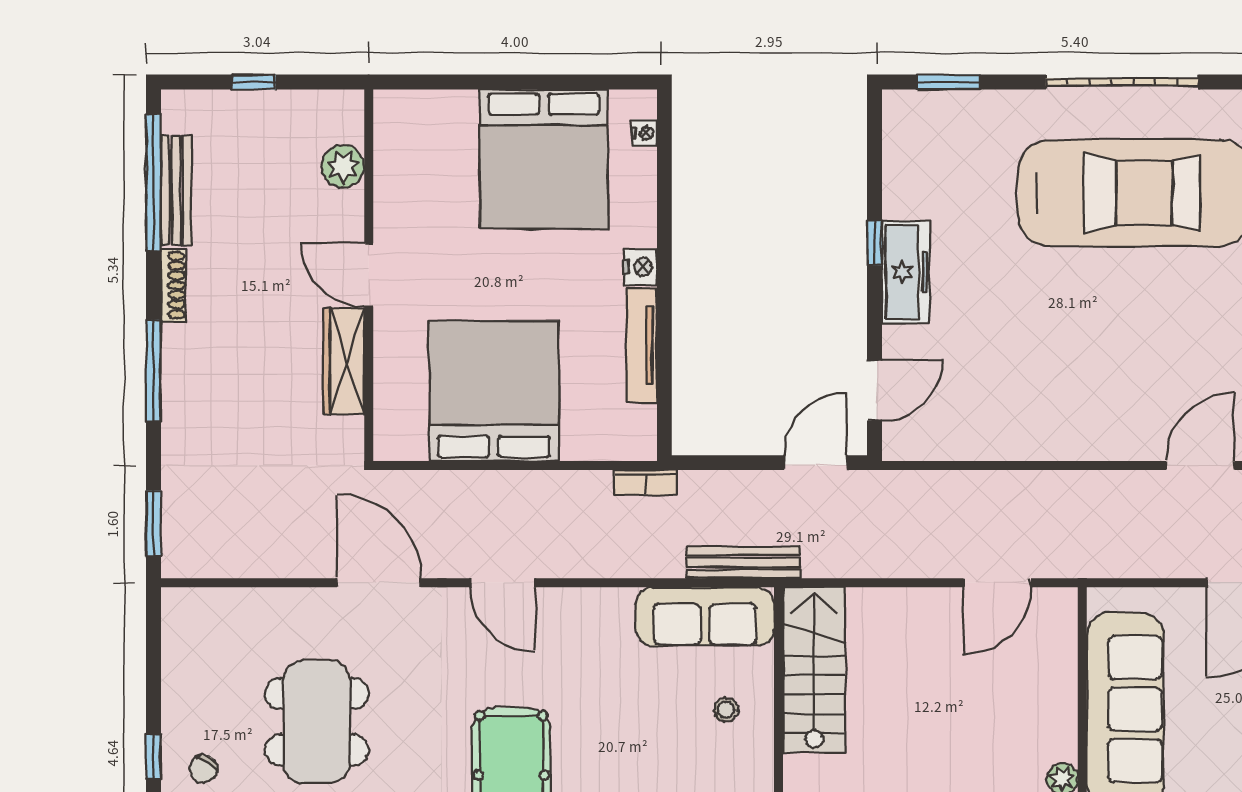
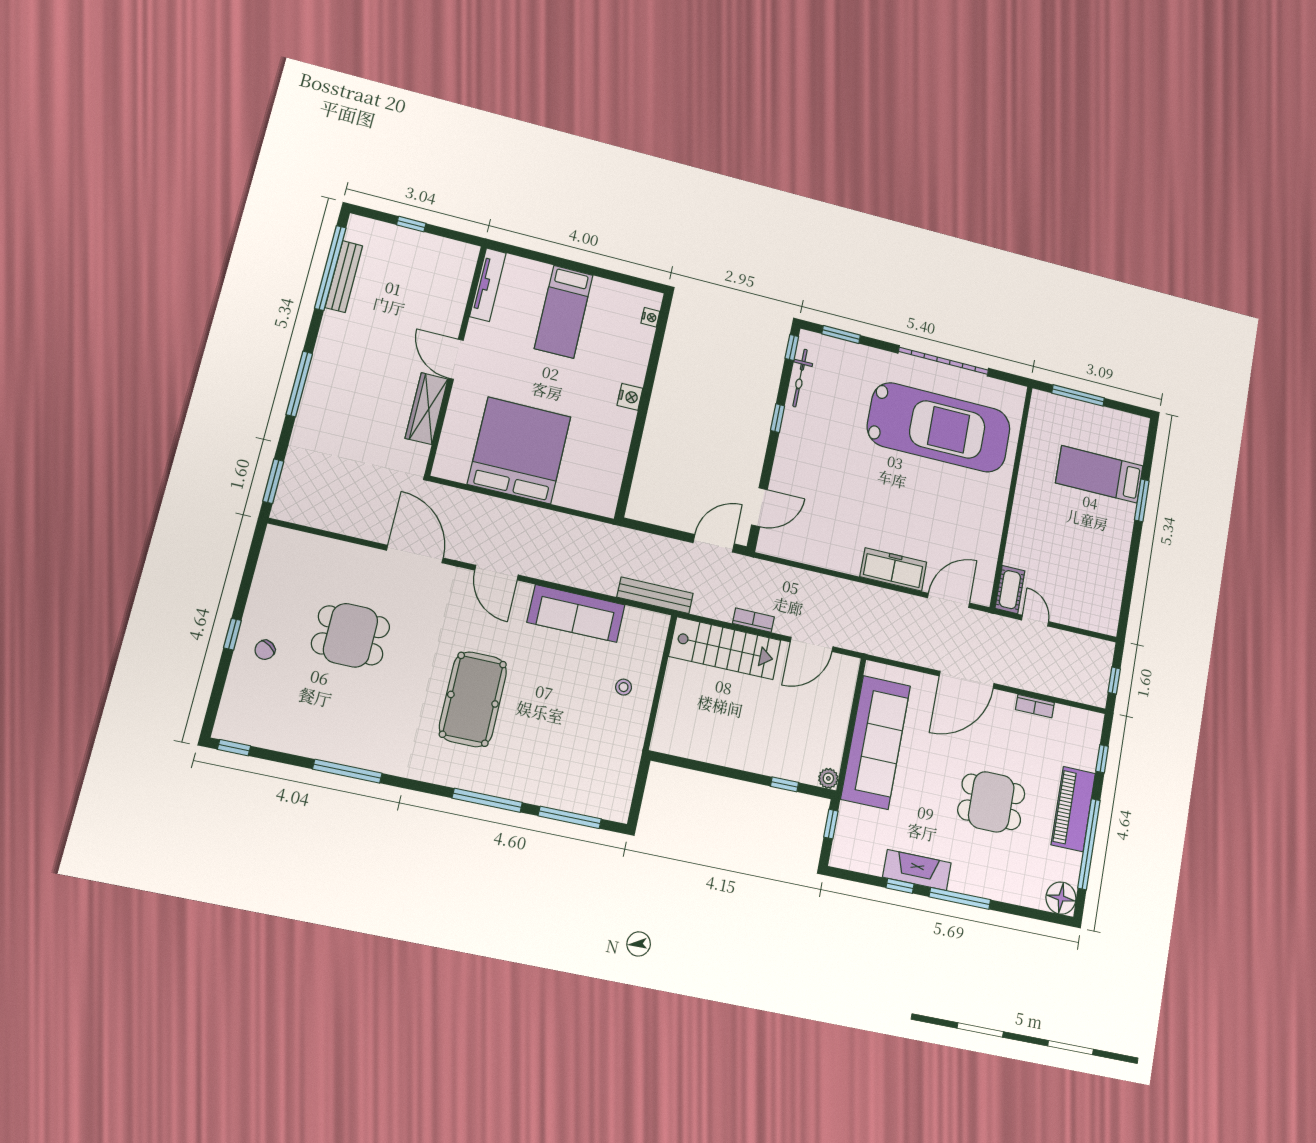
window: (874, 124) -> (792, 347), added
bed: (544, 159) -> (564, 312), width x0.49
plant: (343, 166) -> (456, 289), removed
bicycle: (897, 170) -> (800, 378), added
freezer: (906, 272) -> (893, 569), moved, turned -90
shoe rack: (173, 285) -> (327, 334), removed
tv unit: (642, 345) -> (488, 285), moved, turned 180
bookcase: (646, 482) -> (753, 620), moved, turned 180
sofa: (705, 617) -> (576, 613), moved
stairs: (814, 670) -> (725, 648), moved, turned 90
dining table: (317, 722) -> (351, 635), width x0.73

